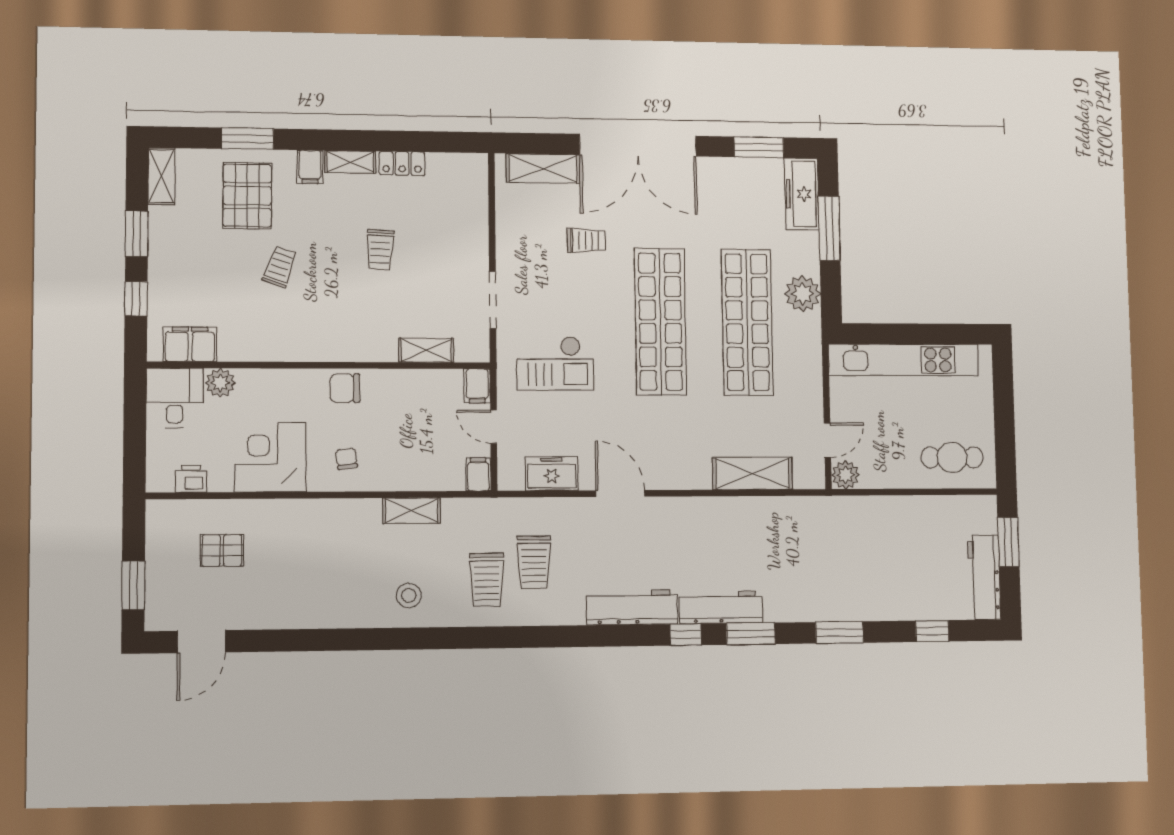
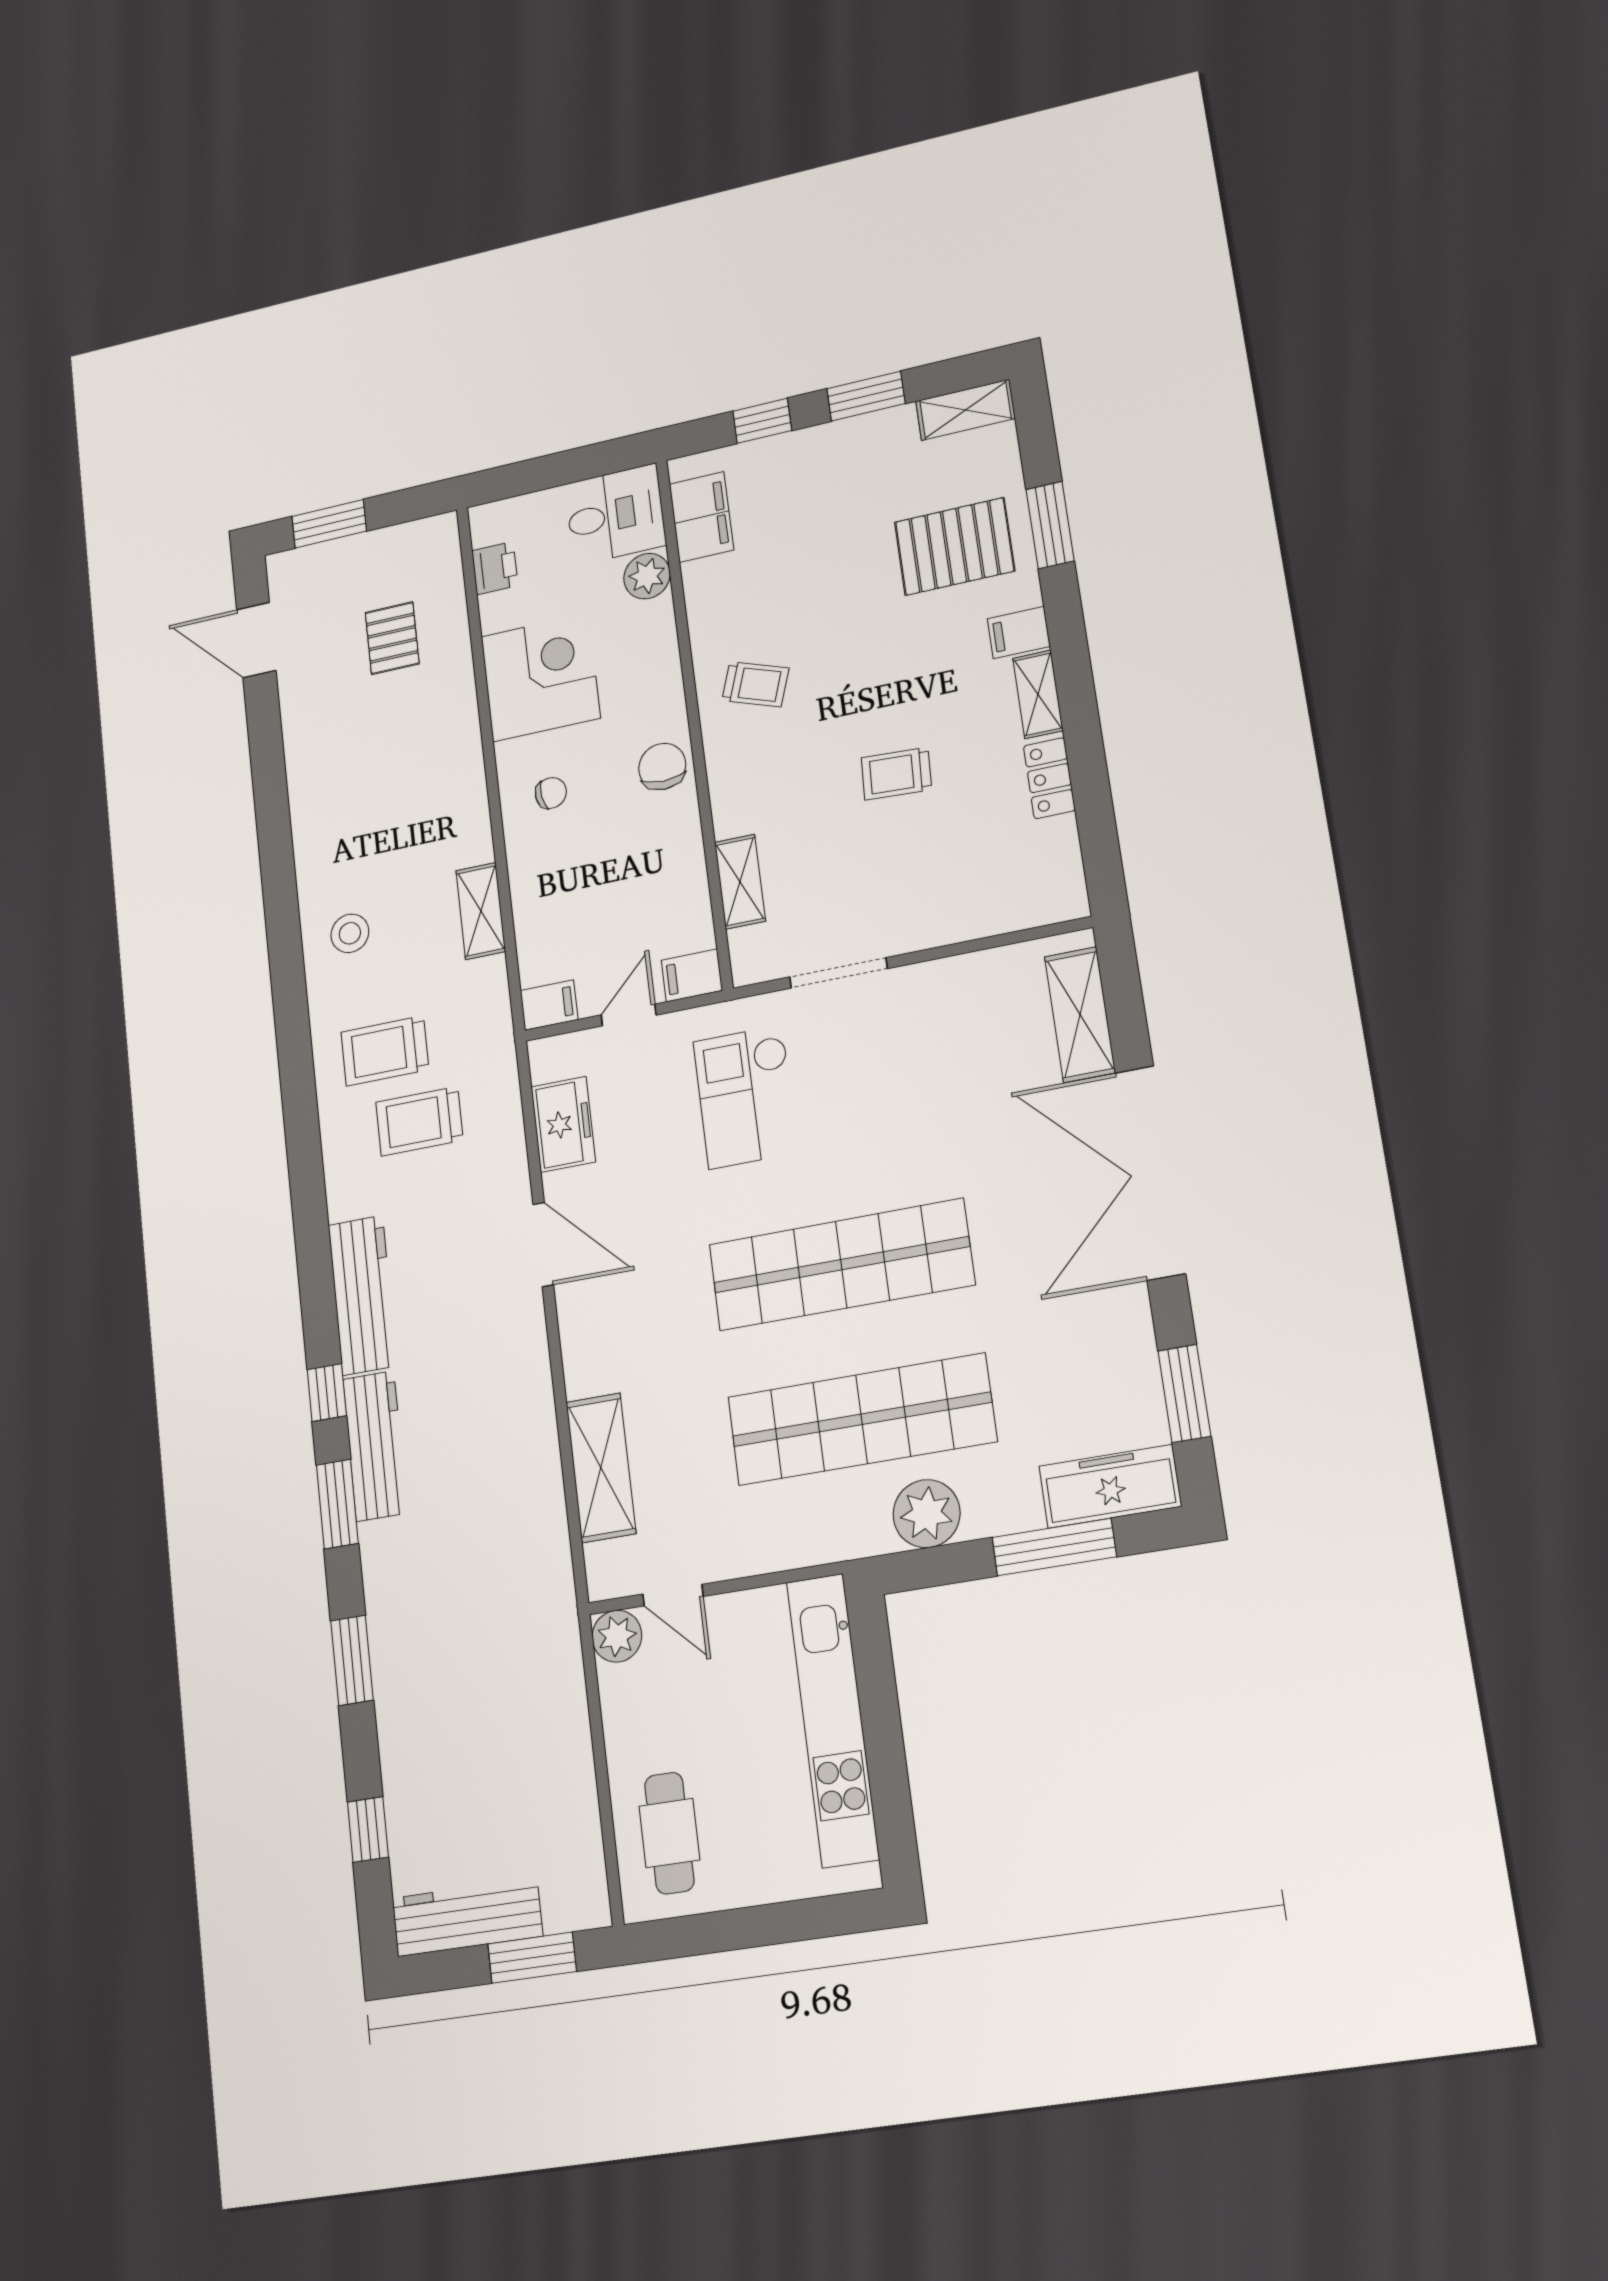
trolley: (586, 241) -> (964, 1112), removed
trolley: (280, 267) -> (755, 684), moved
door: (620, 493) -> (543, 1245), hinge flipped

